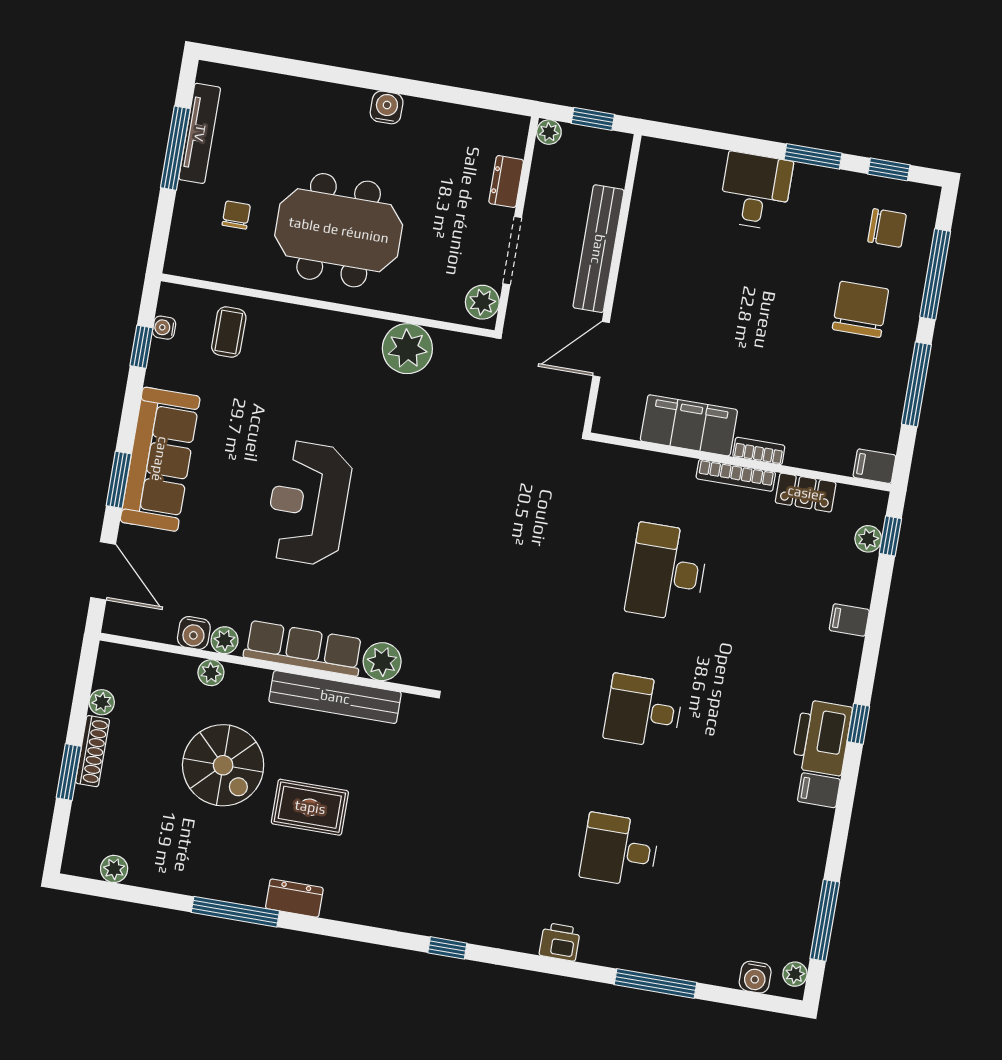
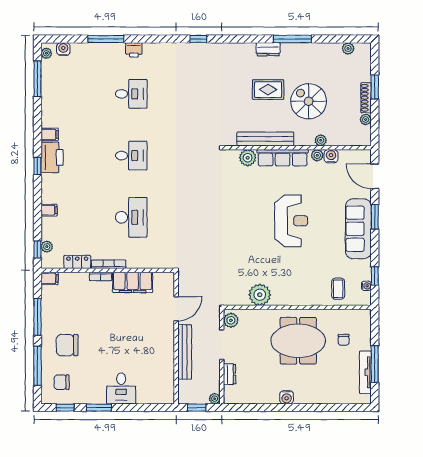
chair: (860, 309) -> (67, 345), turned 90
printer: (560, 942) -> (134, 50), moved

